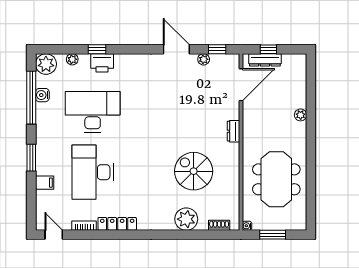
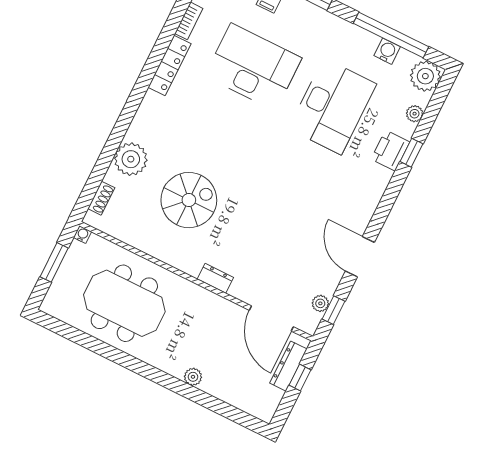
door: (176, 49) -> (360, 257), swing flipped
plant: (204, 59) -> (320, 303), moved

